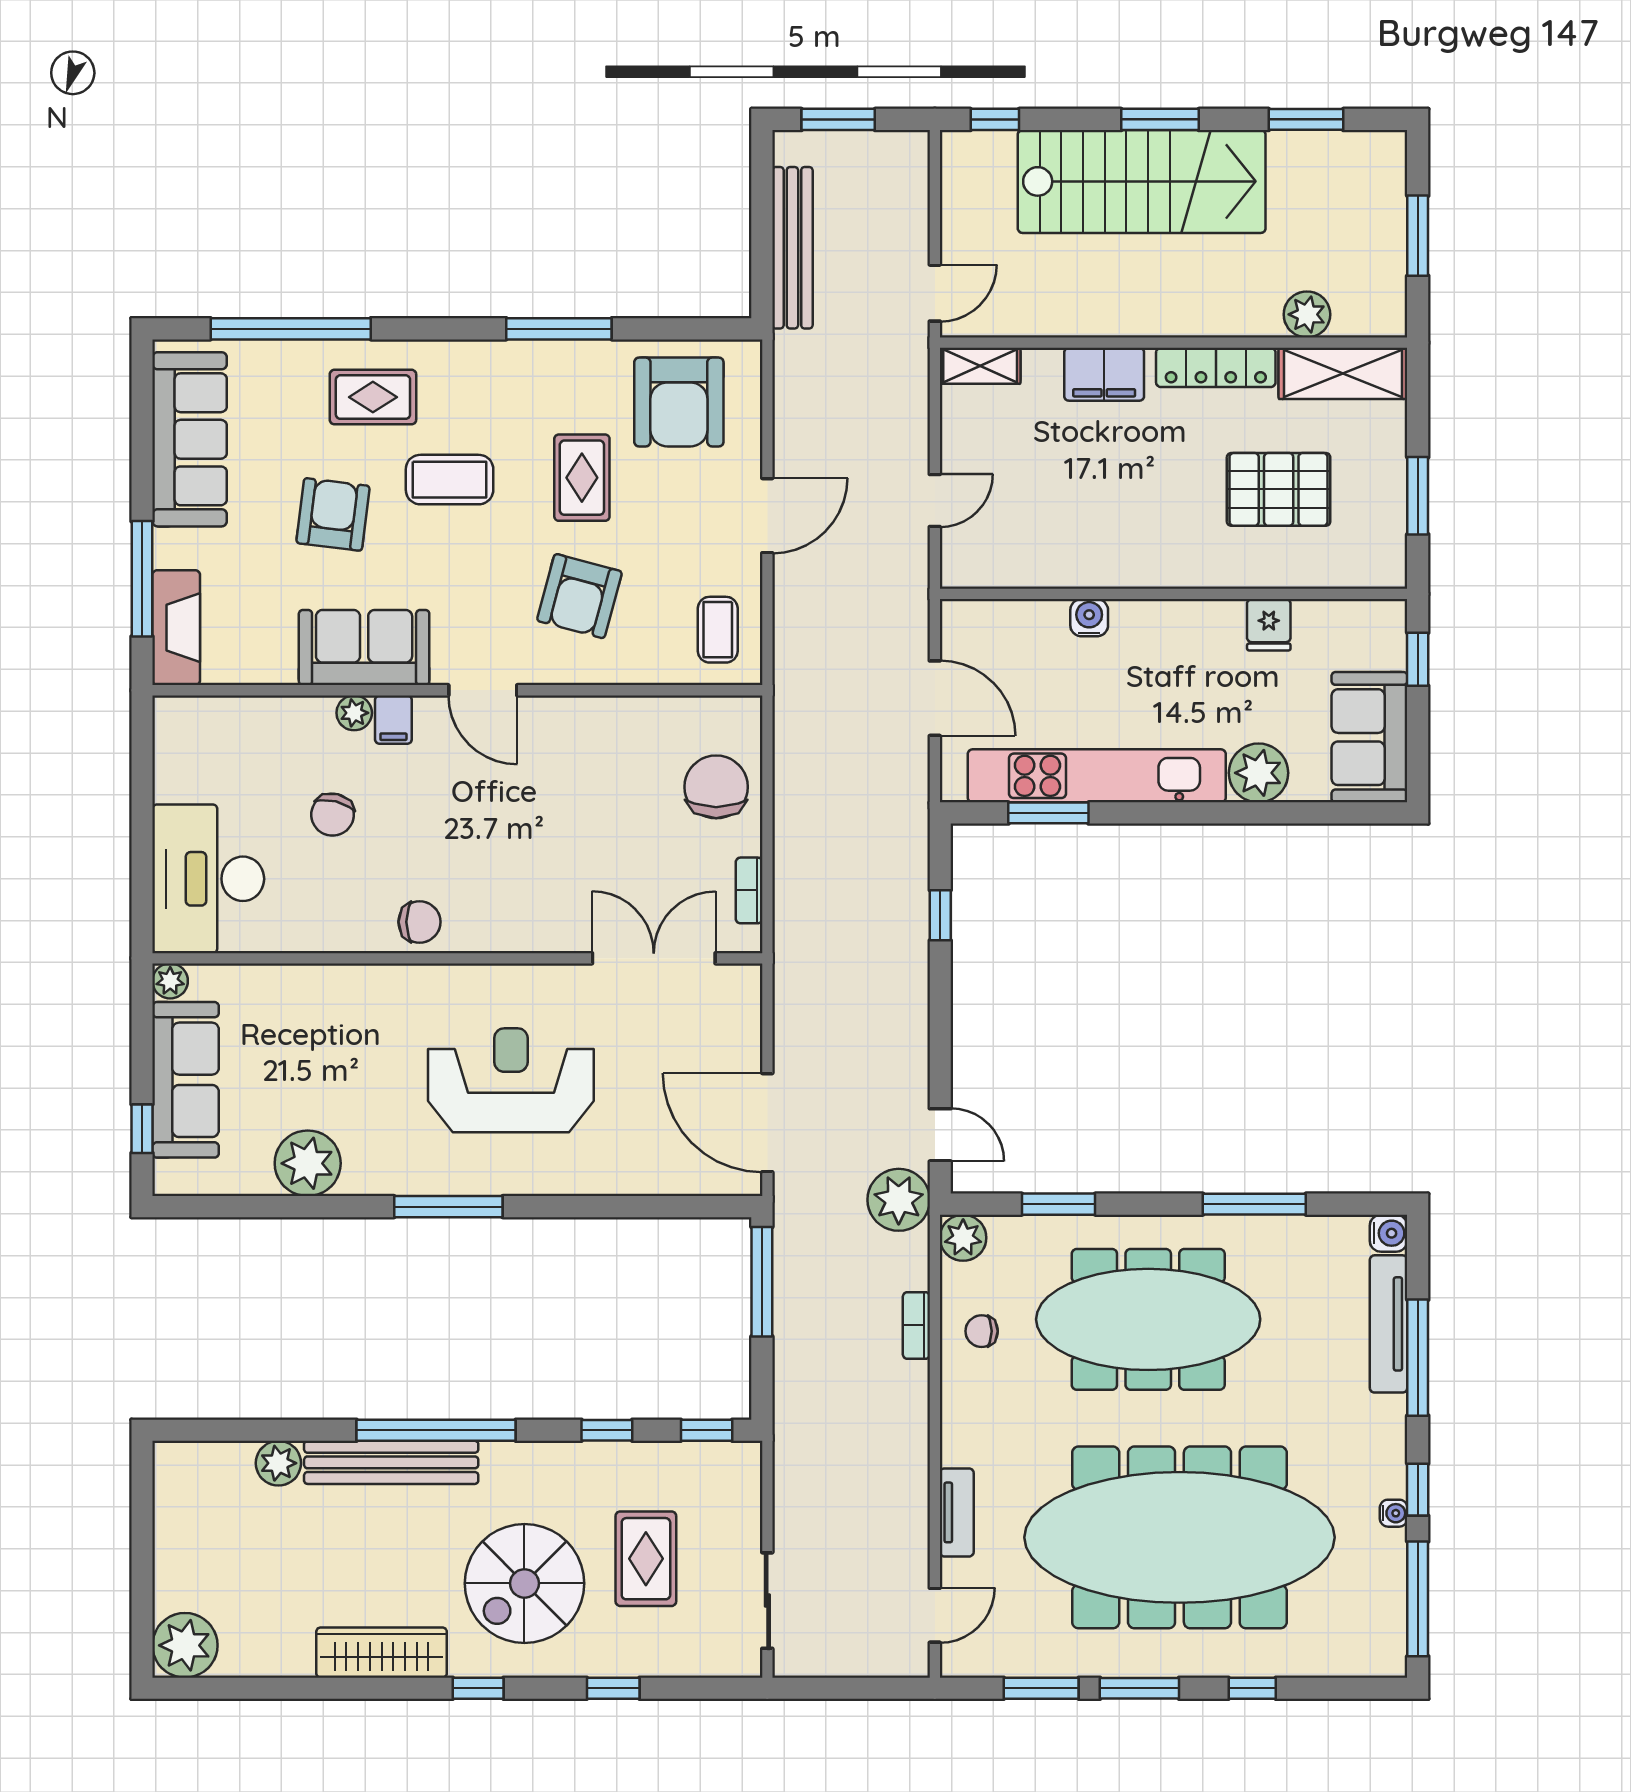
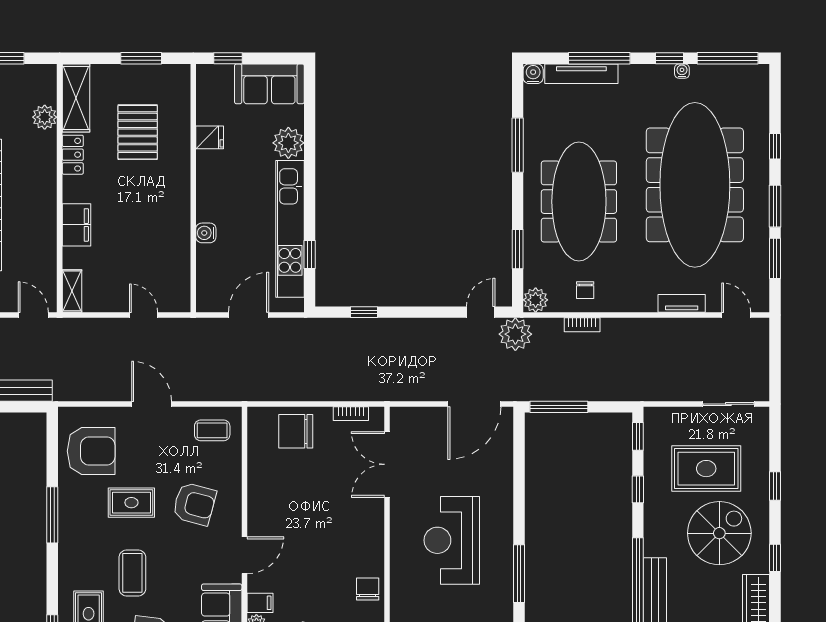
locker: (1216, 367) -> (73, 155), width x0.66
window: (1048, 813) -> (310, 255), width x0.67
rug: (646, 1559) -> (706, 469), width x1.36, depth x1.43
spiral stairs: (524, 1583) -> (719, 533), turned -90

